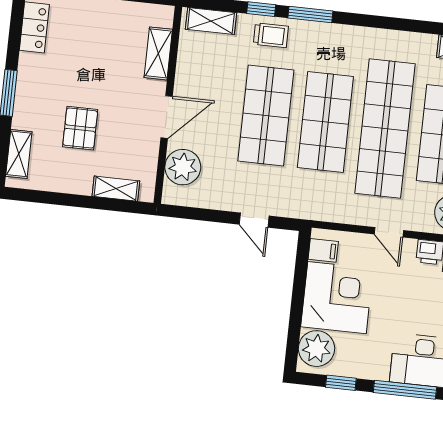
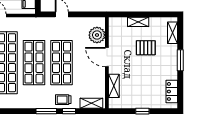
door: (167, 117) -> (107, 57), hinge flipped
pallet: (80, 128) -> (146, 48), turned 90
shelving: (116, 189) -> (138, 22), moved

